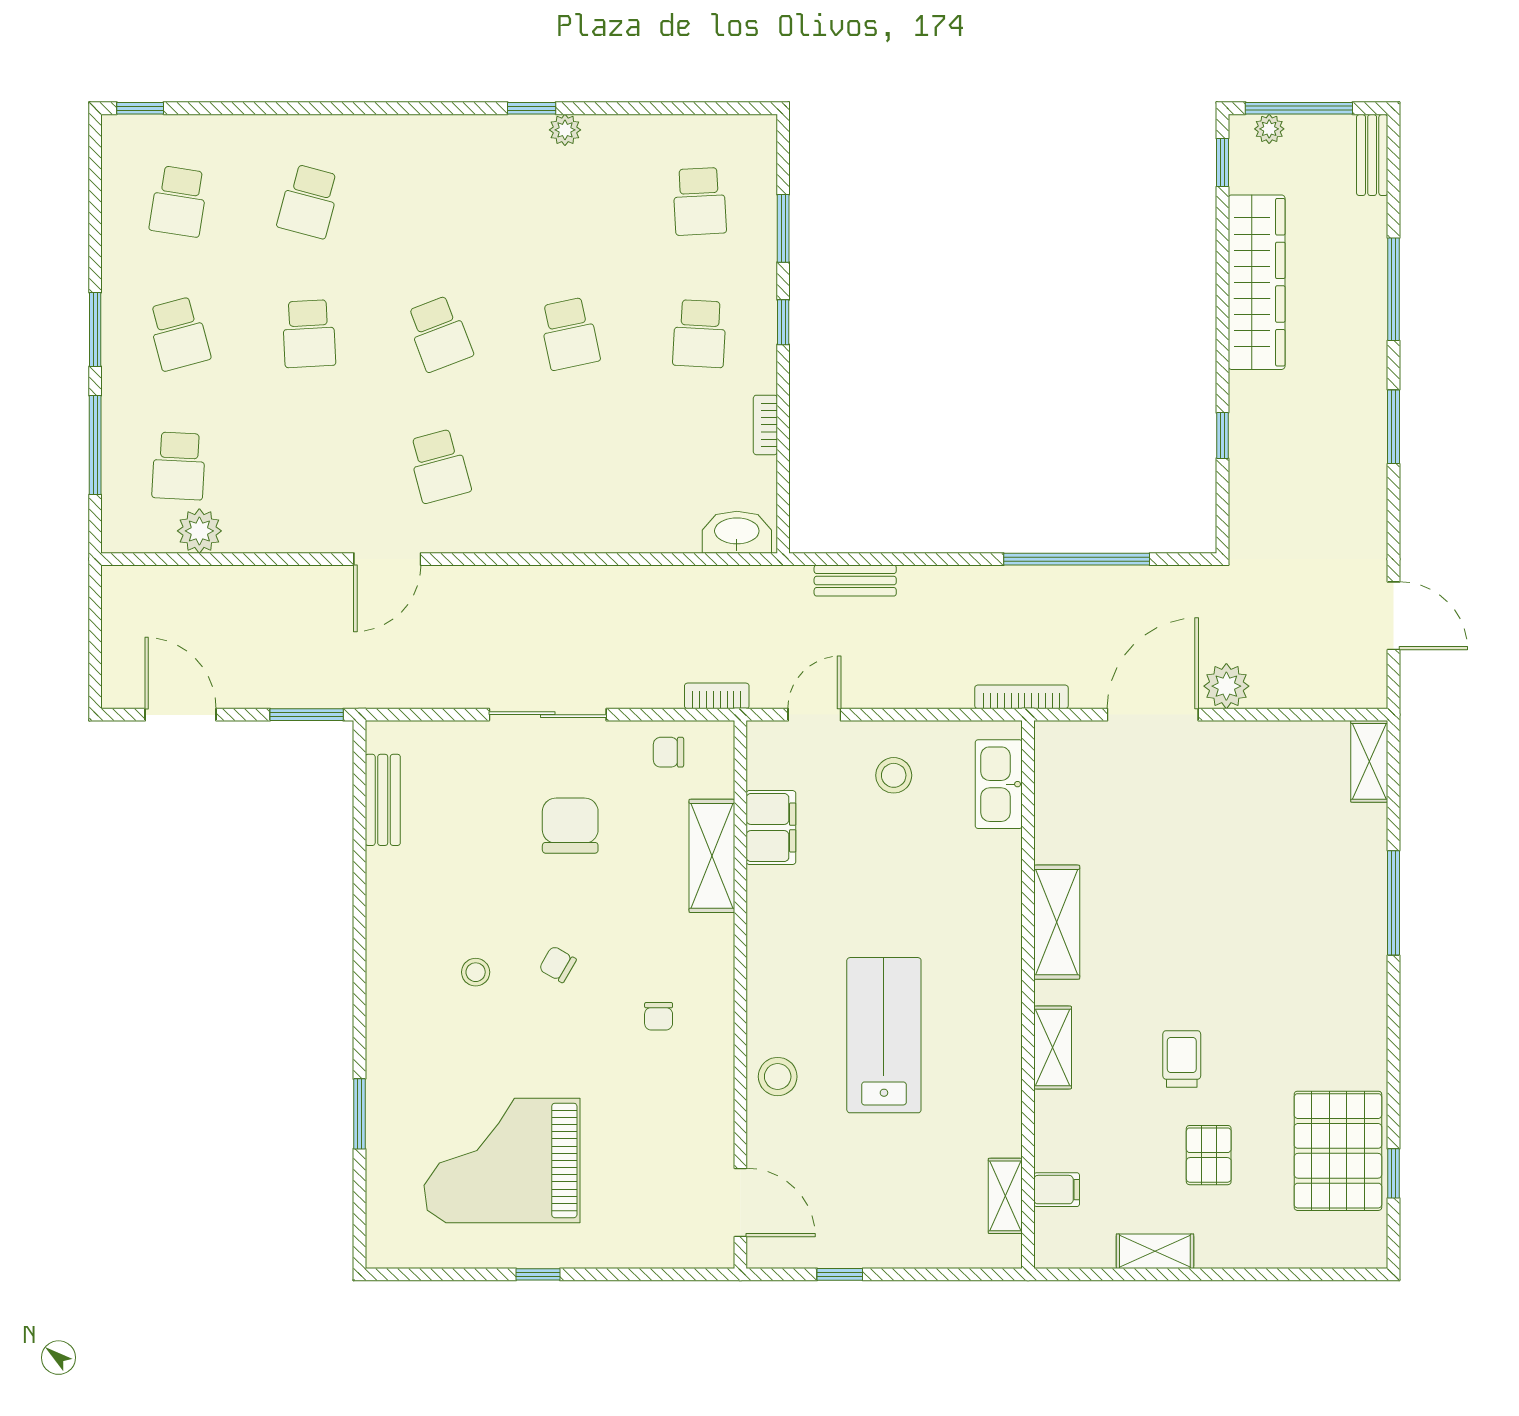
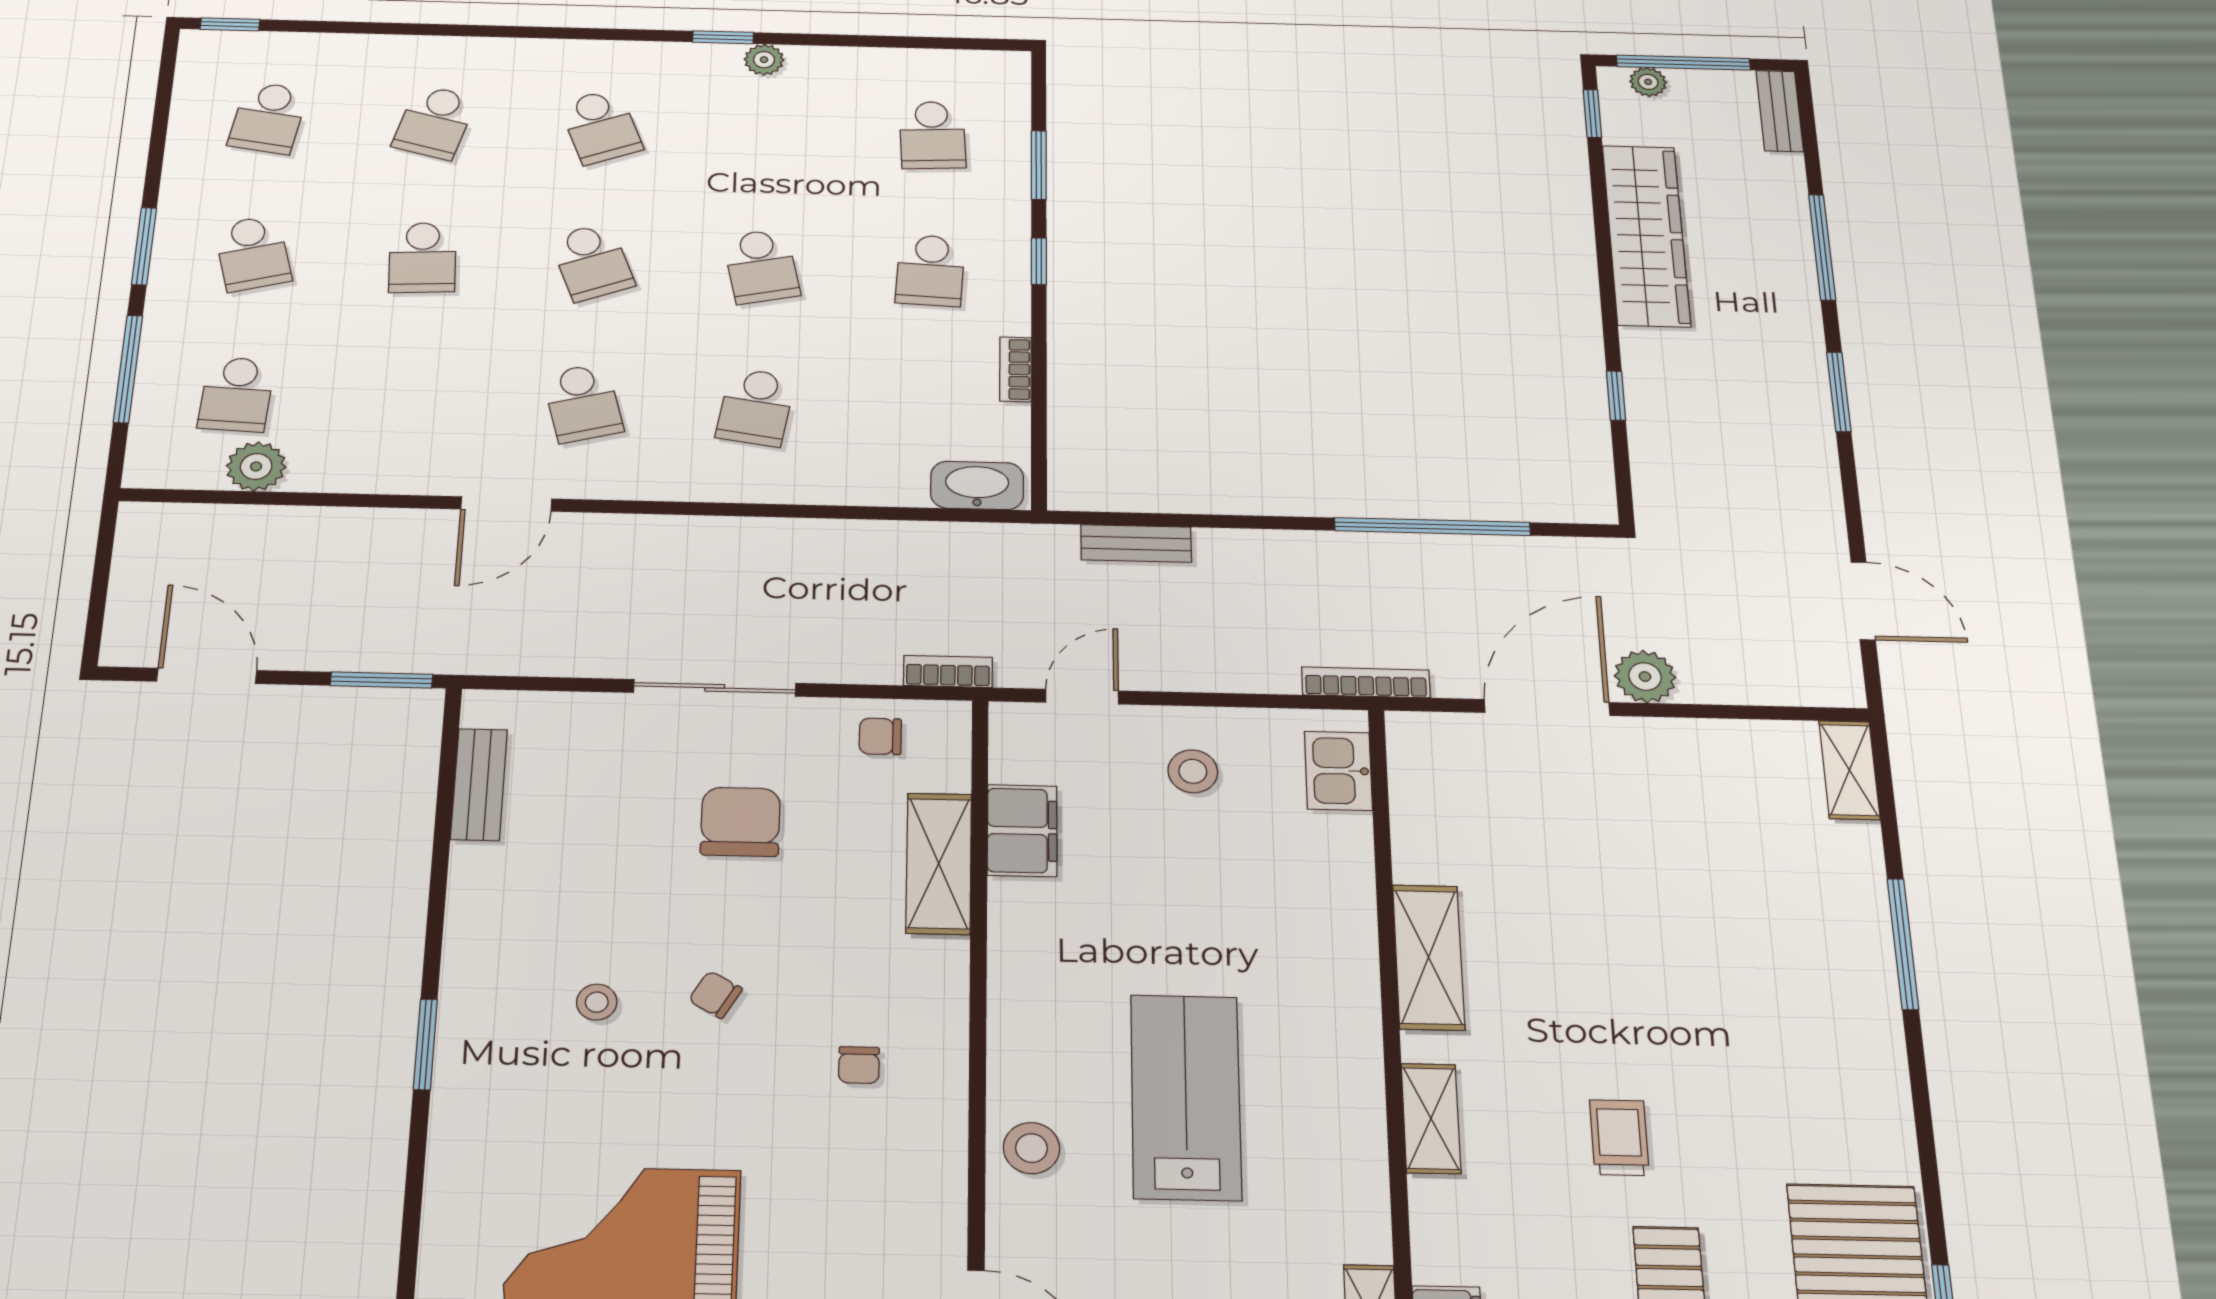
school desk: (439, 201) -> (601, 126), added
school desk: (569, 466) -> (756, 407), added
kitchen sink: (999, 784) -> (1338, 771), width x0.73
window: (359, 1114) -> (425, 1044), moved

